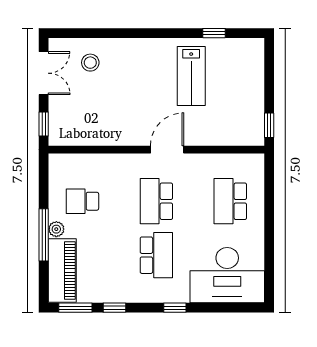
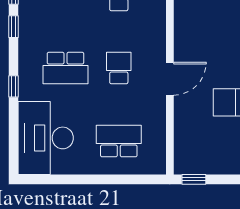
door: (167, 150) -> (170, 79), hinge flipped
school desk: (156, 201) -> (119, 68), width x0.54

